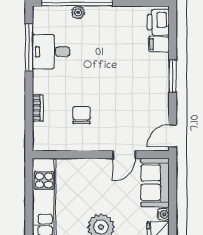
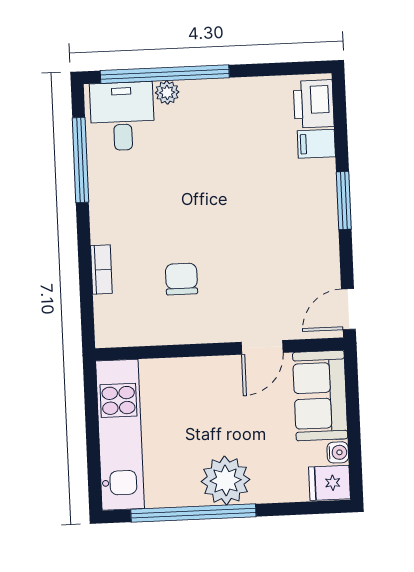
desk: (51, 52) -> (122, 116), moved, turned 90

